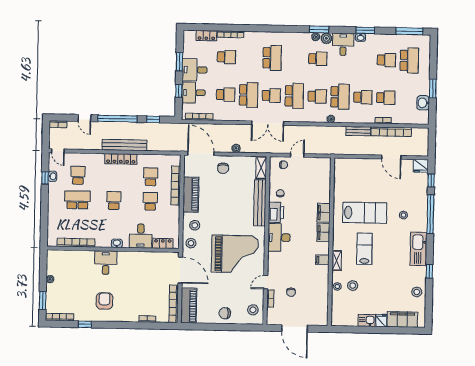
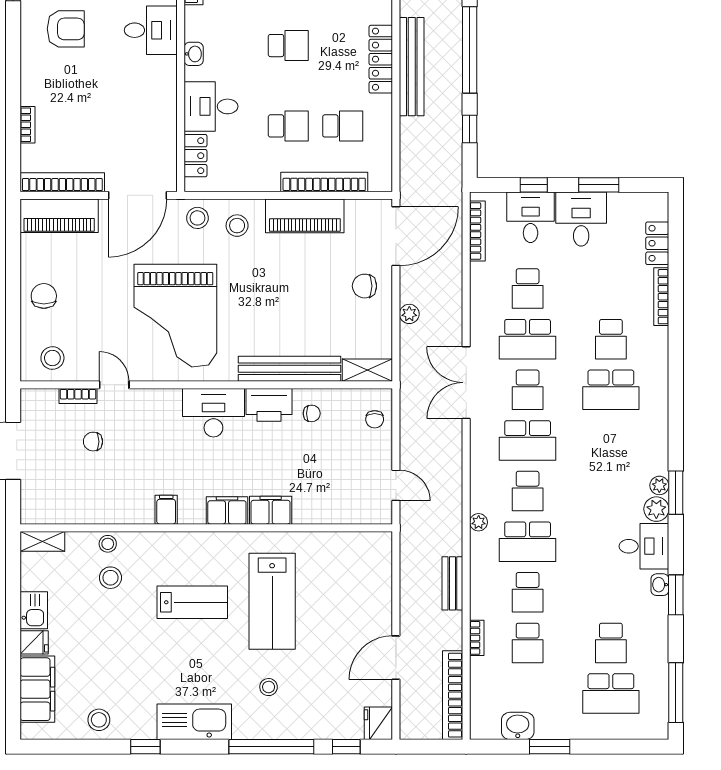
school desk: (226, 57) -> (611, 339), moved
school desk: (318, 59) -> (611, 491), removed
bookcase: (391, 132) -> (453, 695), moved
door: (297, 155) -> (396, 485), moved
shelving: (337, 261) -> (42, 541), moved

